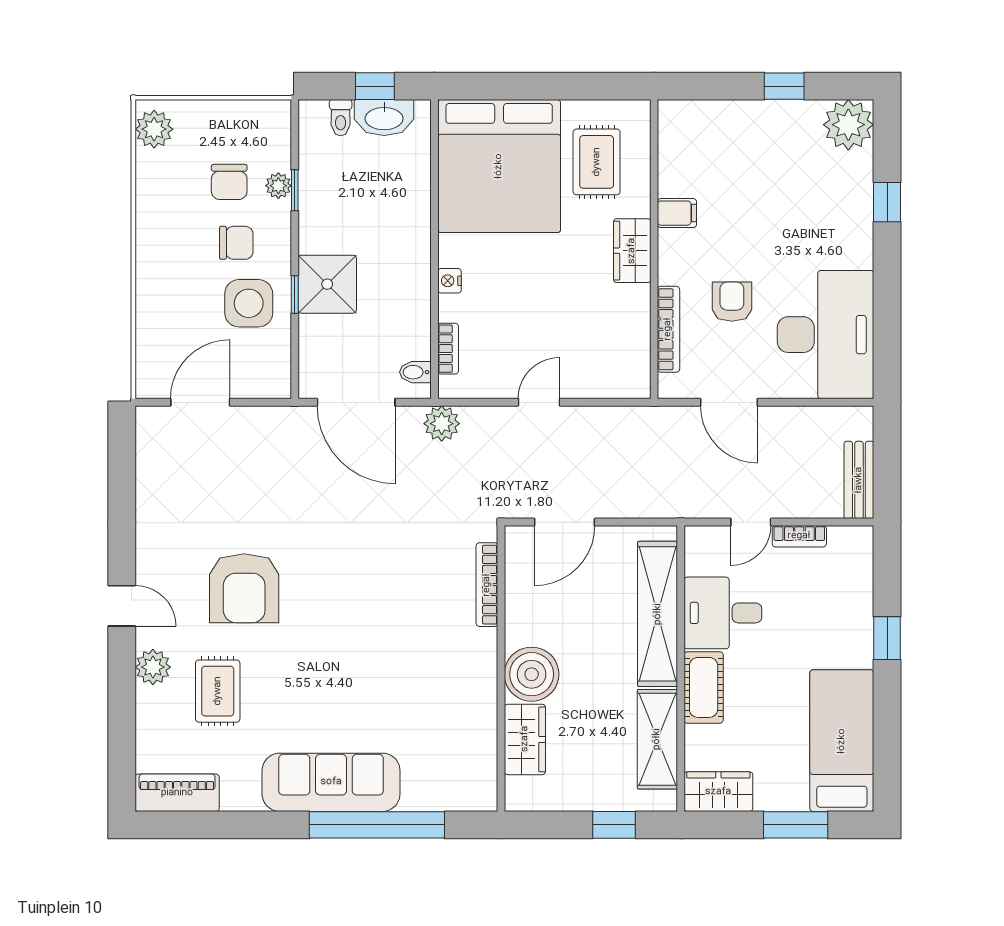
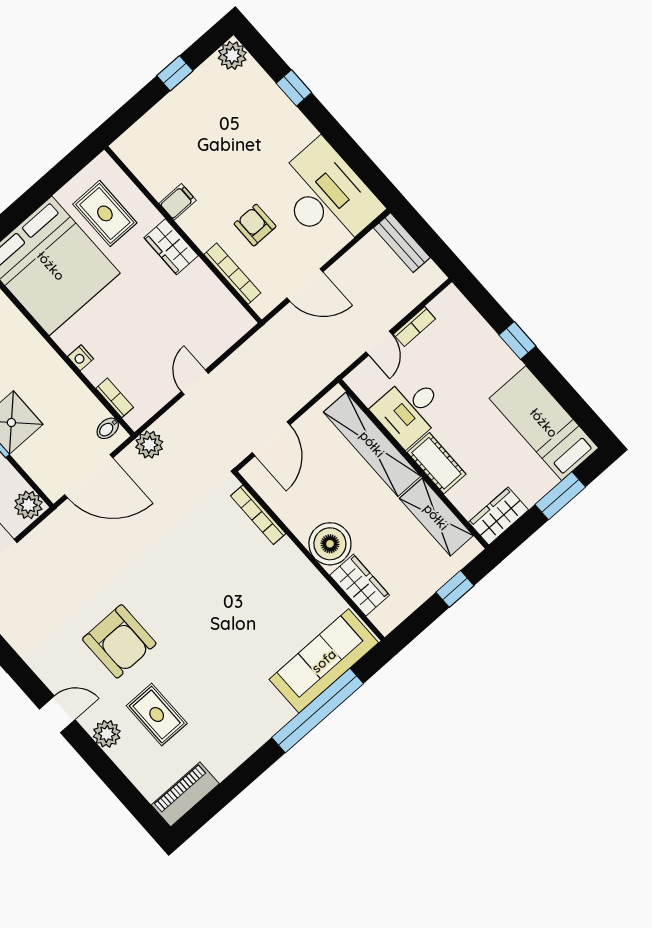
plant: (848, 125) -> (232, 55), width x0.73, depth x0.73
plant: (273, 378) -> (28, 505), added
bench: (859, 480) -> (402, 243), moved
sofa: (331, 782) -> (324, 661), moved

